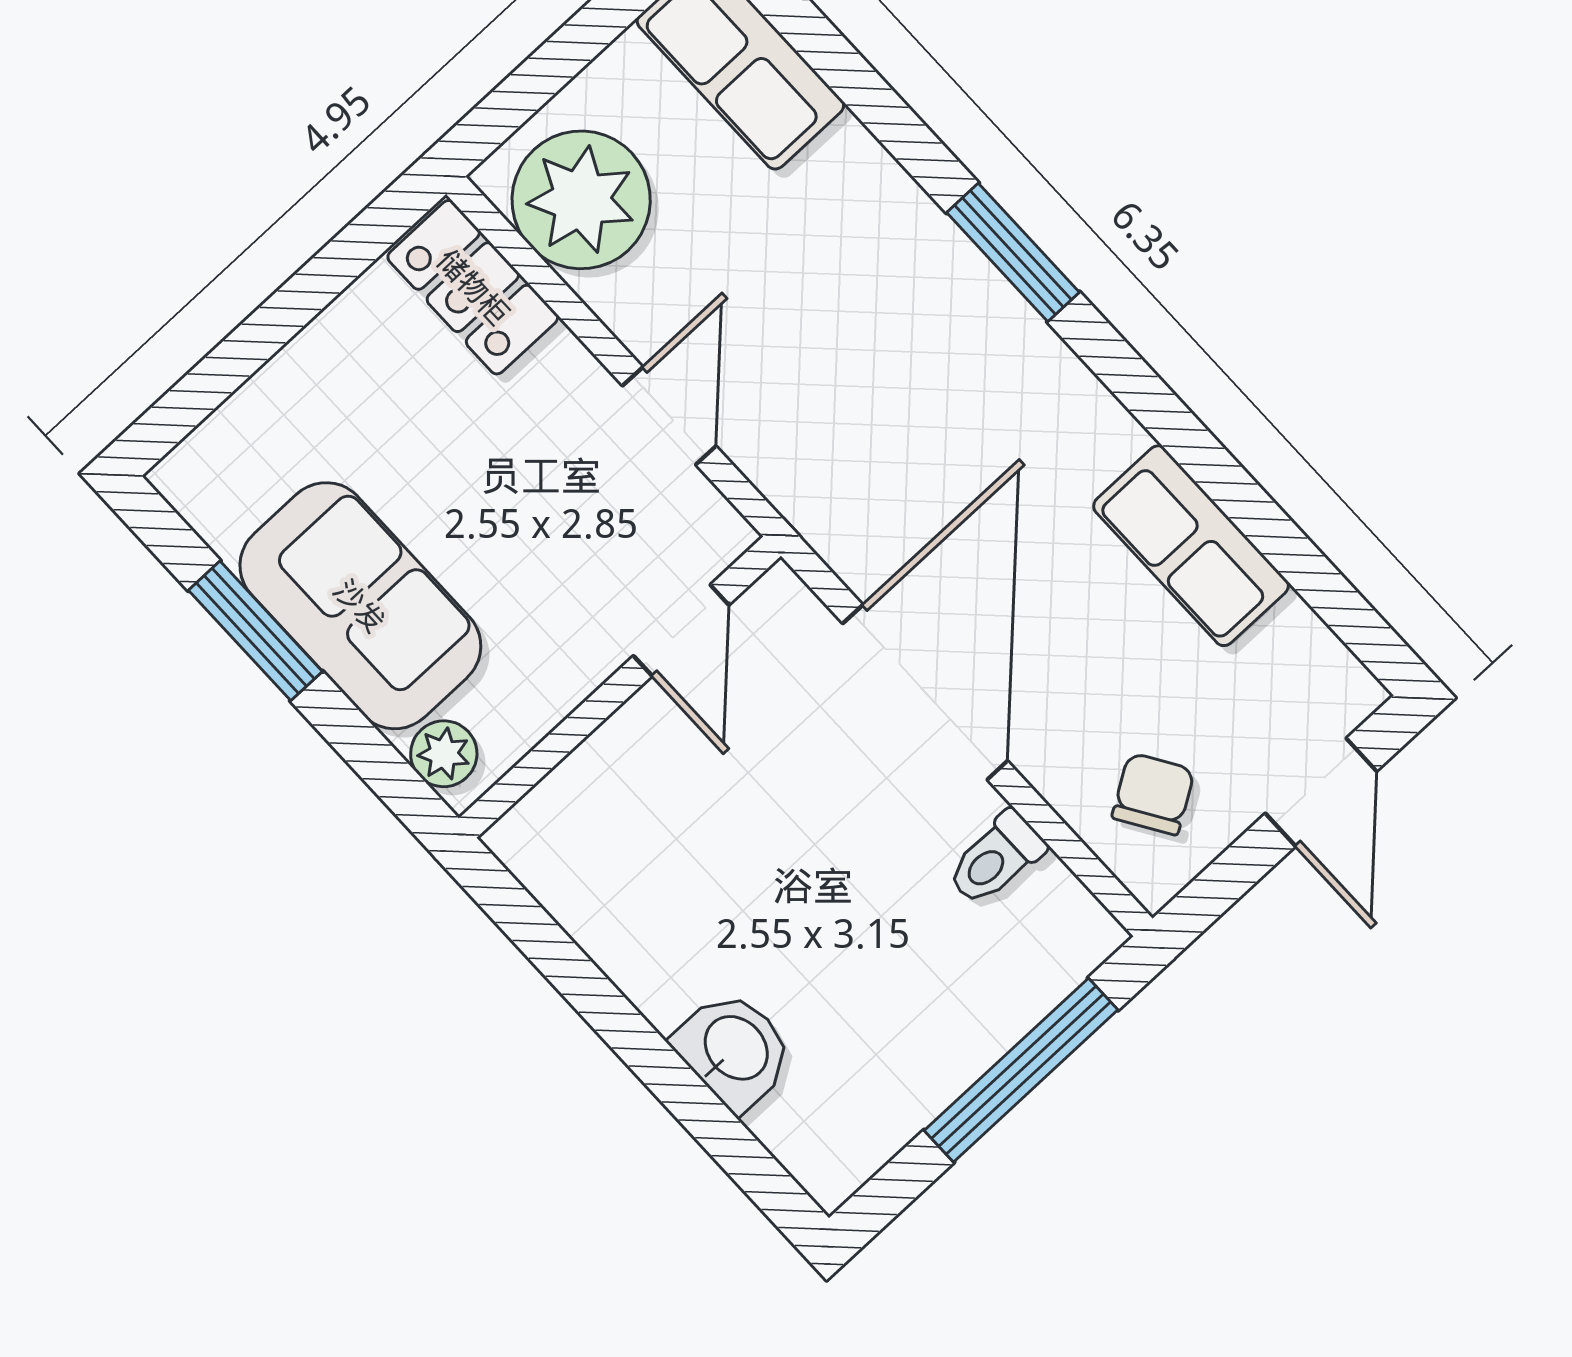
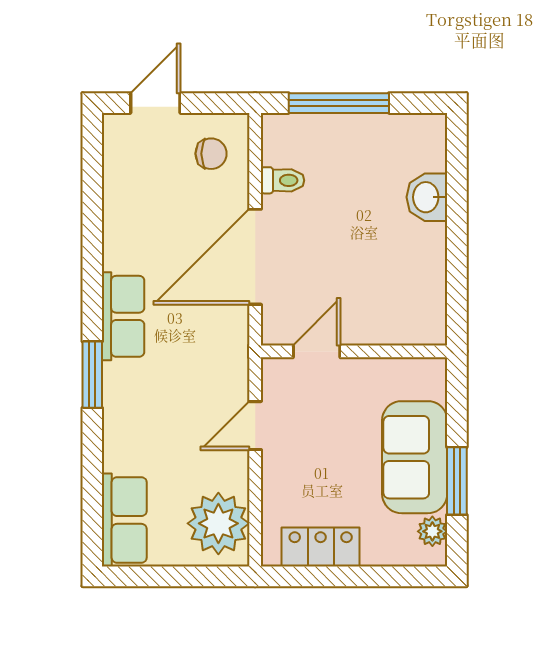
locker: (473, 287) -> (321, 547), moved, turned -90
row of seats: (1191, 546) -> (123, 316), moved
plant: (444, 754) -> (432, 531), moved
chair: (1153, 794) -> (211, 154), turned -148

